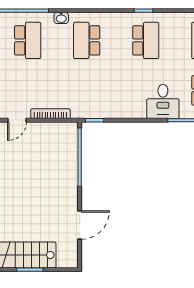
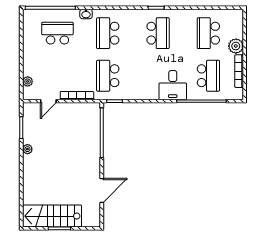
school desk: (28, 40) -> (57, 33), turned -90
school desk: (87, 90) -> (108, 76), added

